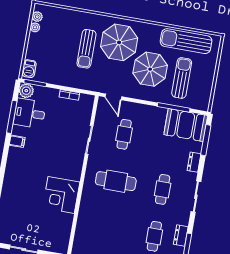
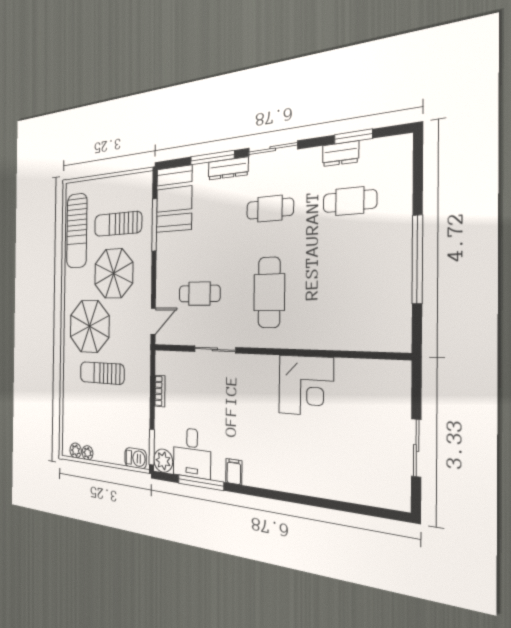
sun lounger: (86, 49) -> (102, 373), turned 180
window: (206, 140) -> (212, 158), moved
dresser: (194, 162) -> (228, 168), width x1.44

